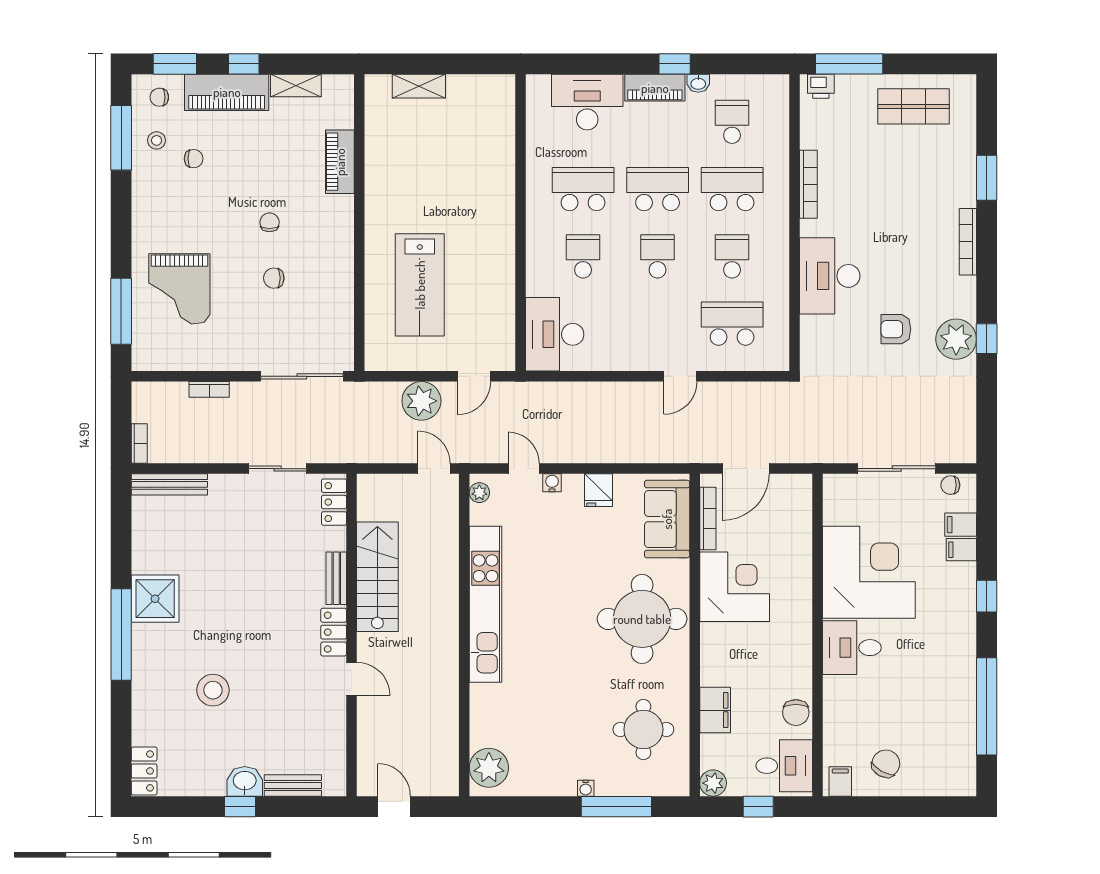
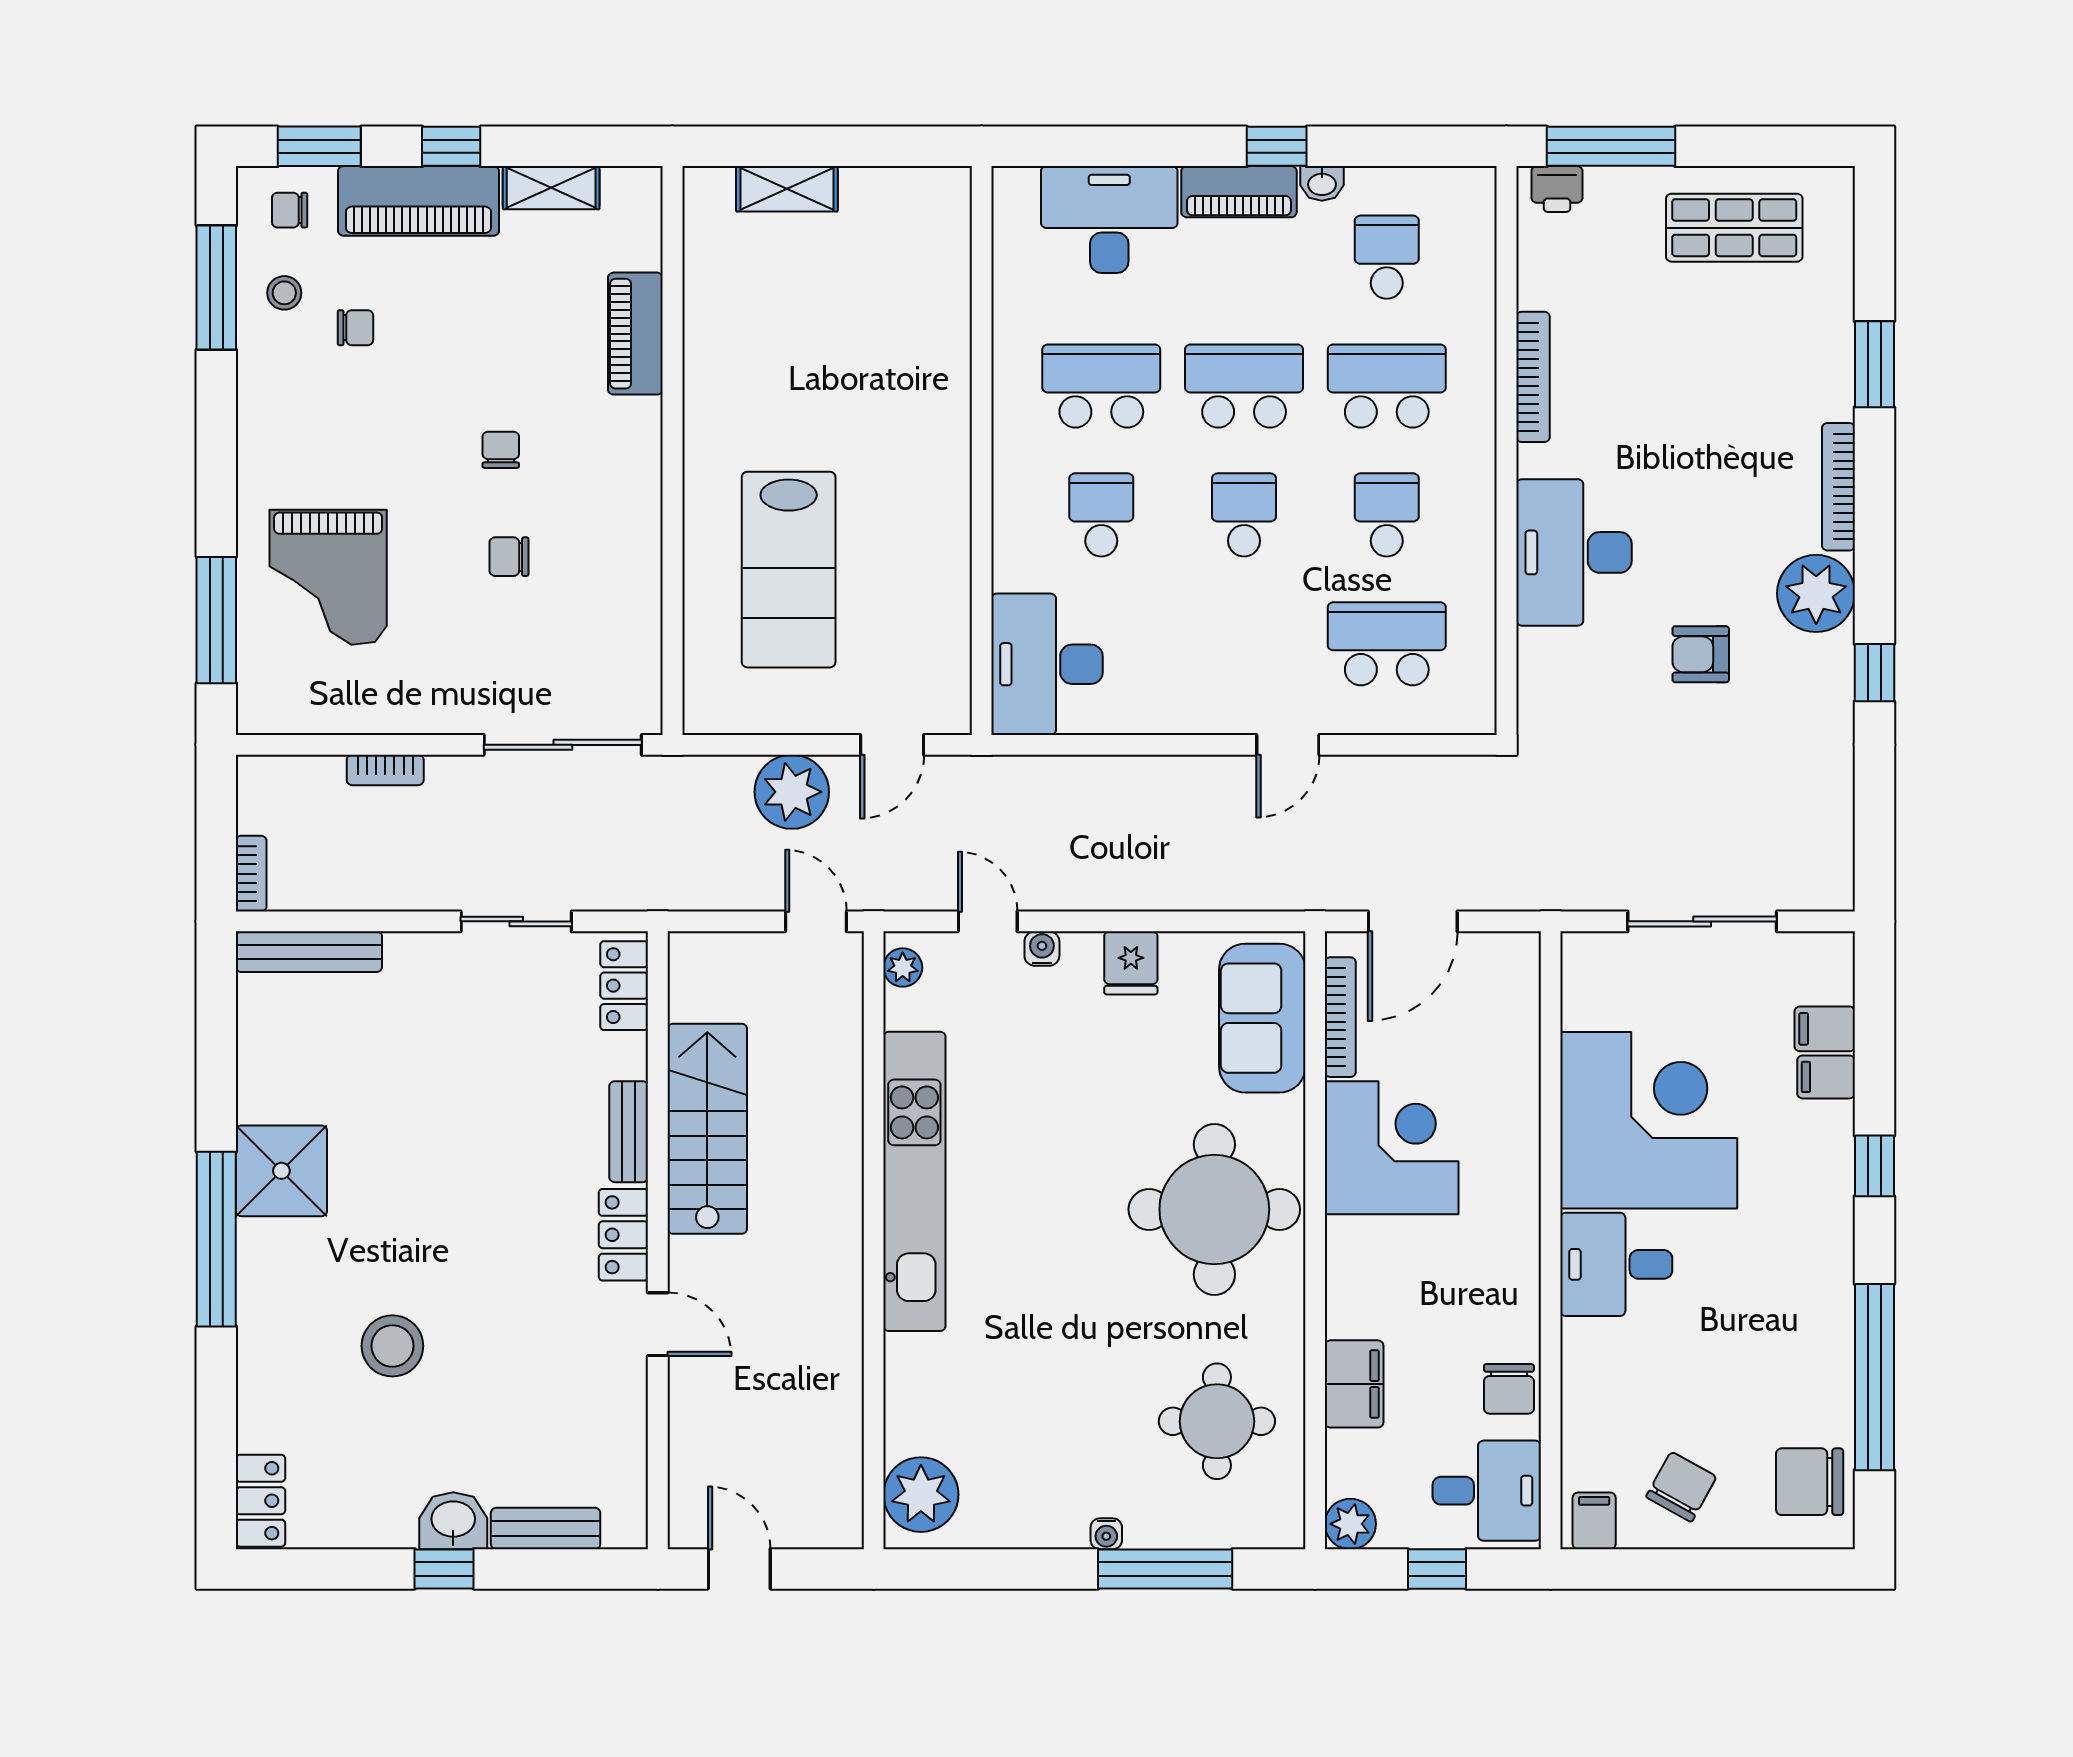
plant: (956, 339) -> (1816, 593), moved
chair: (950, 485) -> (1810, 1482), moved, width x1.87, depth x1.87

